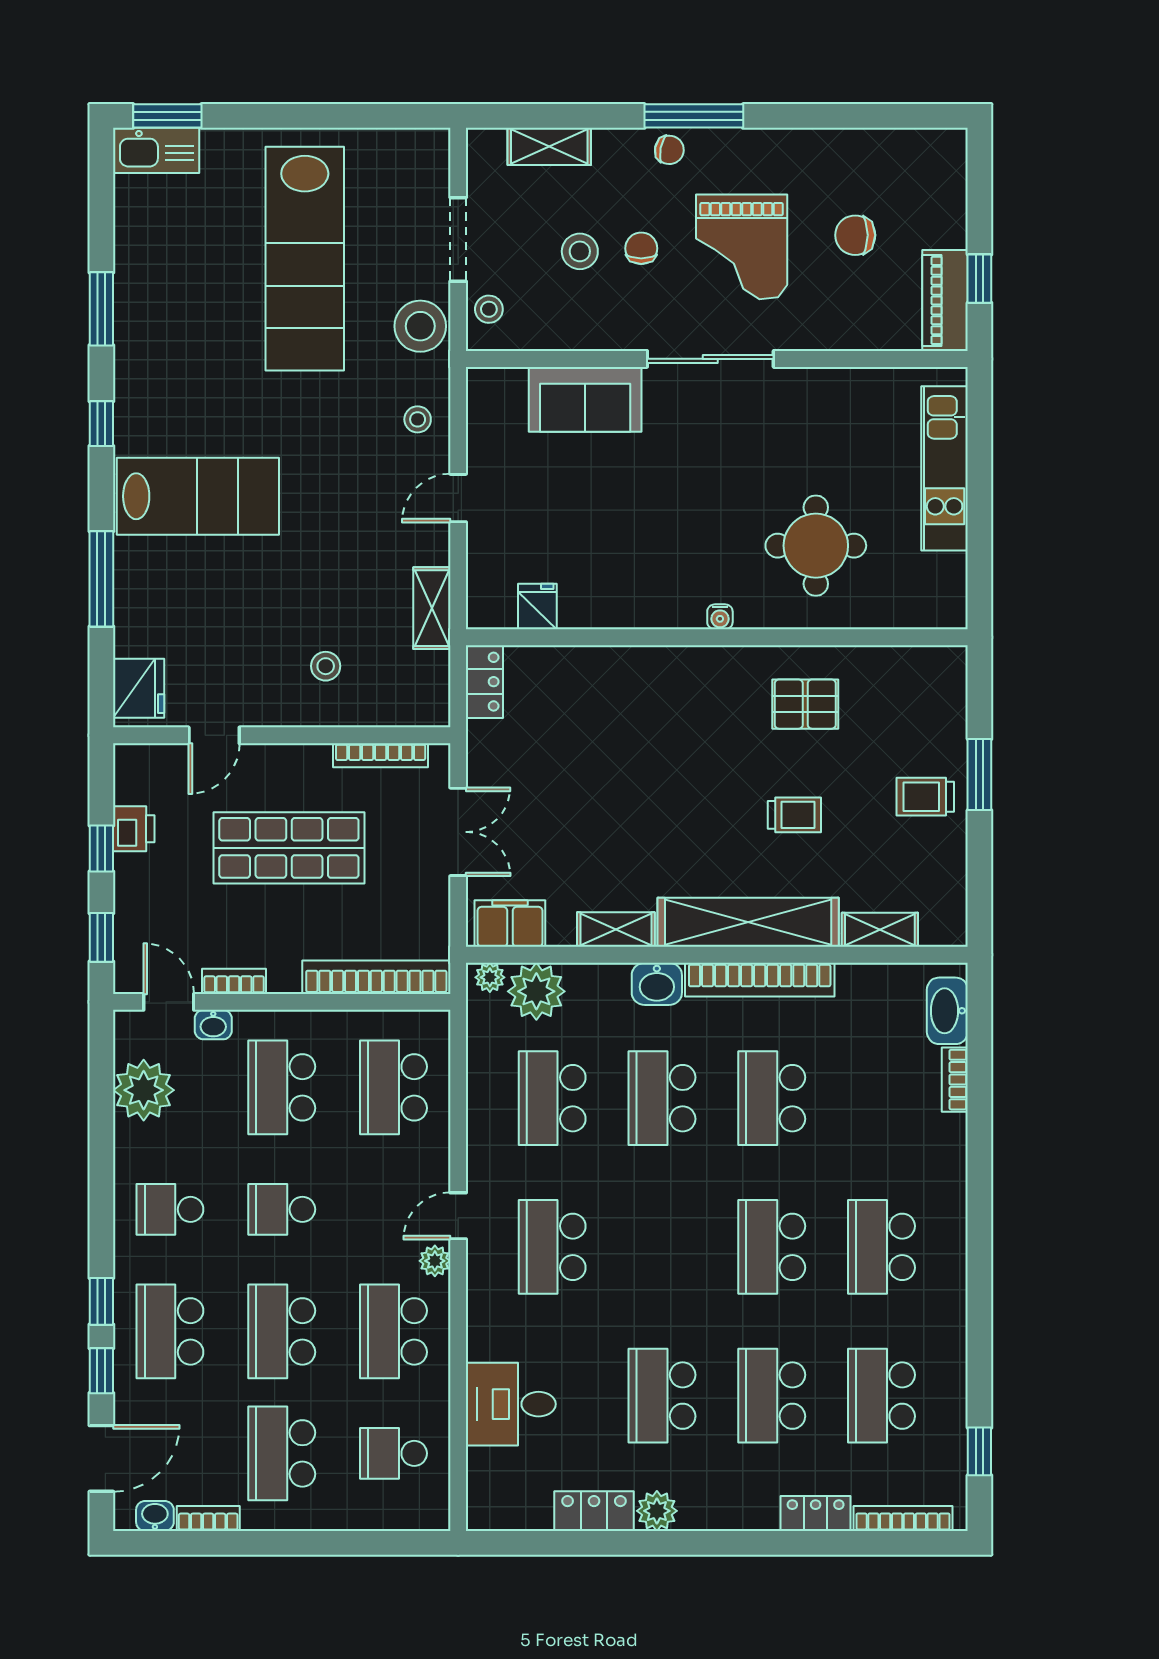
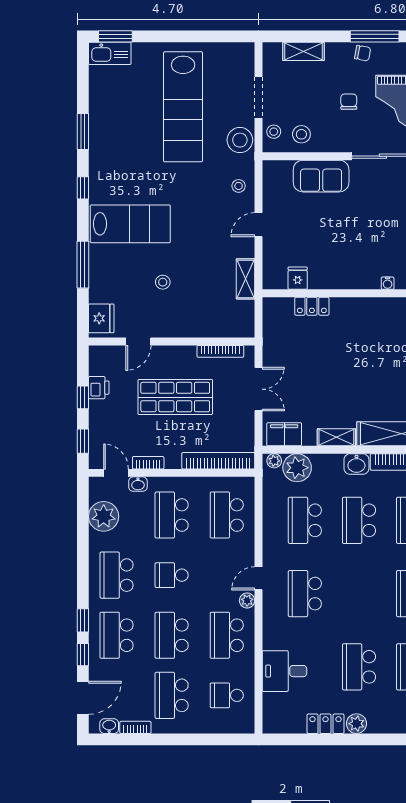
stool: (580, 251) -> (301, 134), moved
stool: (326, 666) -> (163, 282), moved
locker: (484, 682) -> (312, 306), moved, turned 90
school desk: (170, 1209) -> (117, 575), width x1.85

